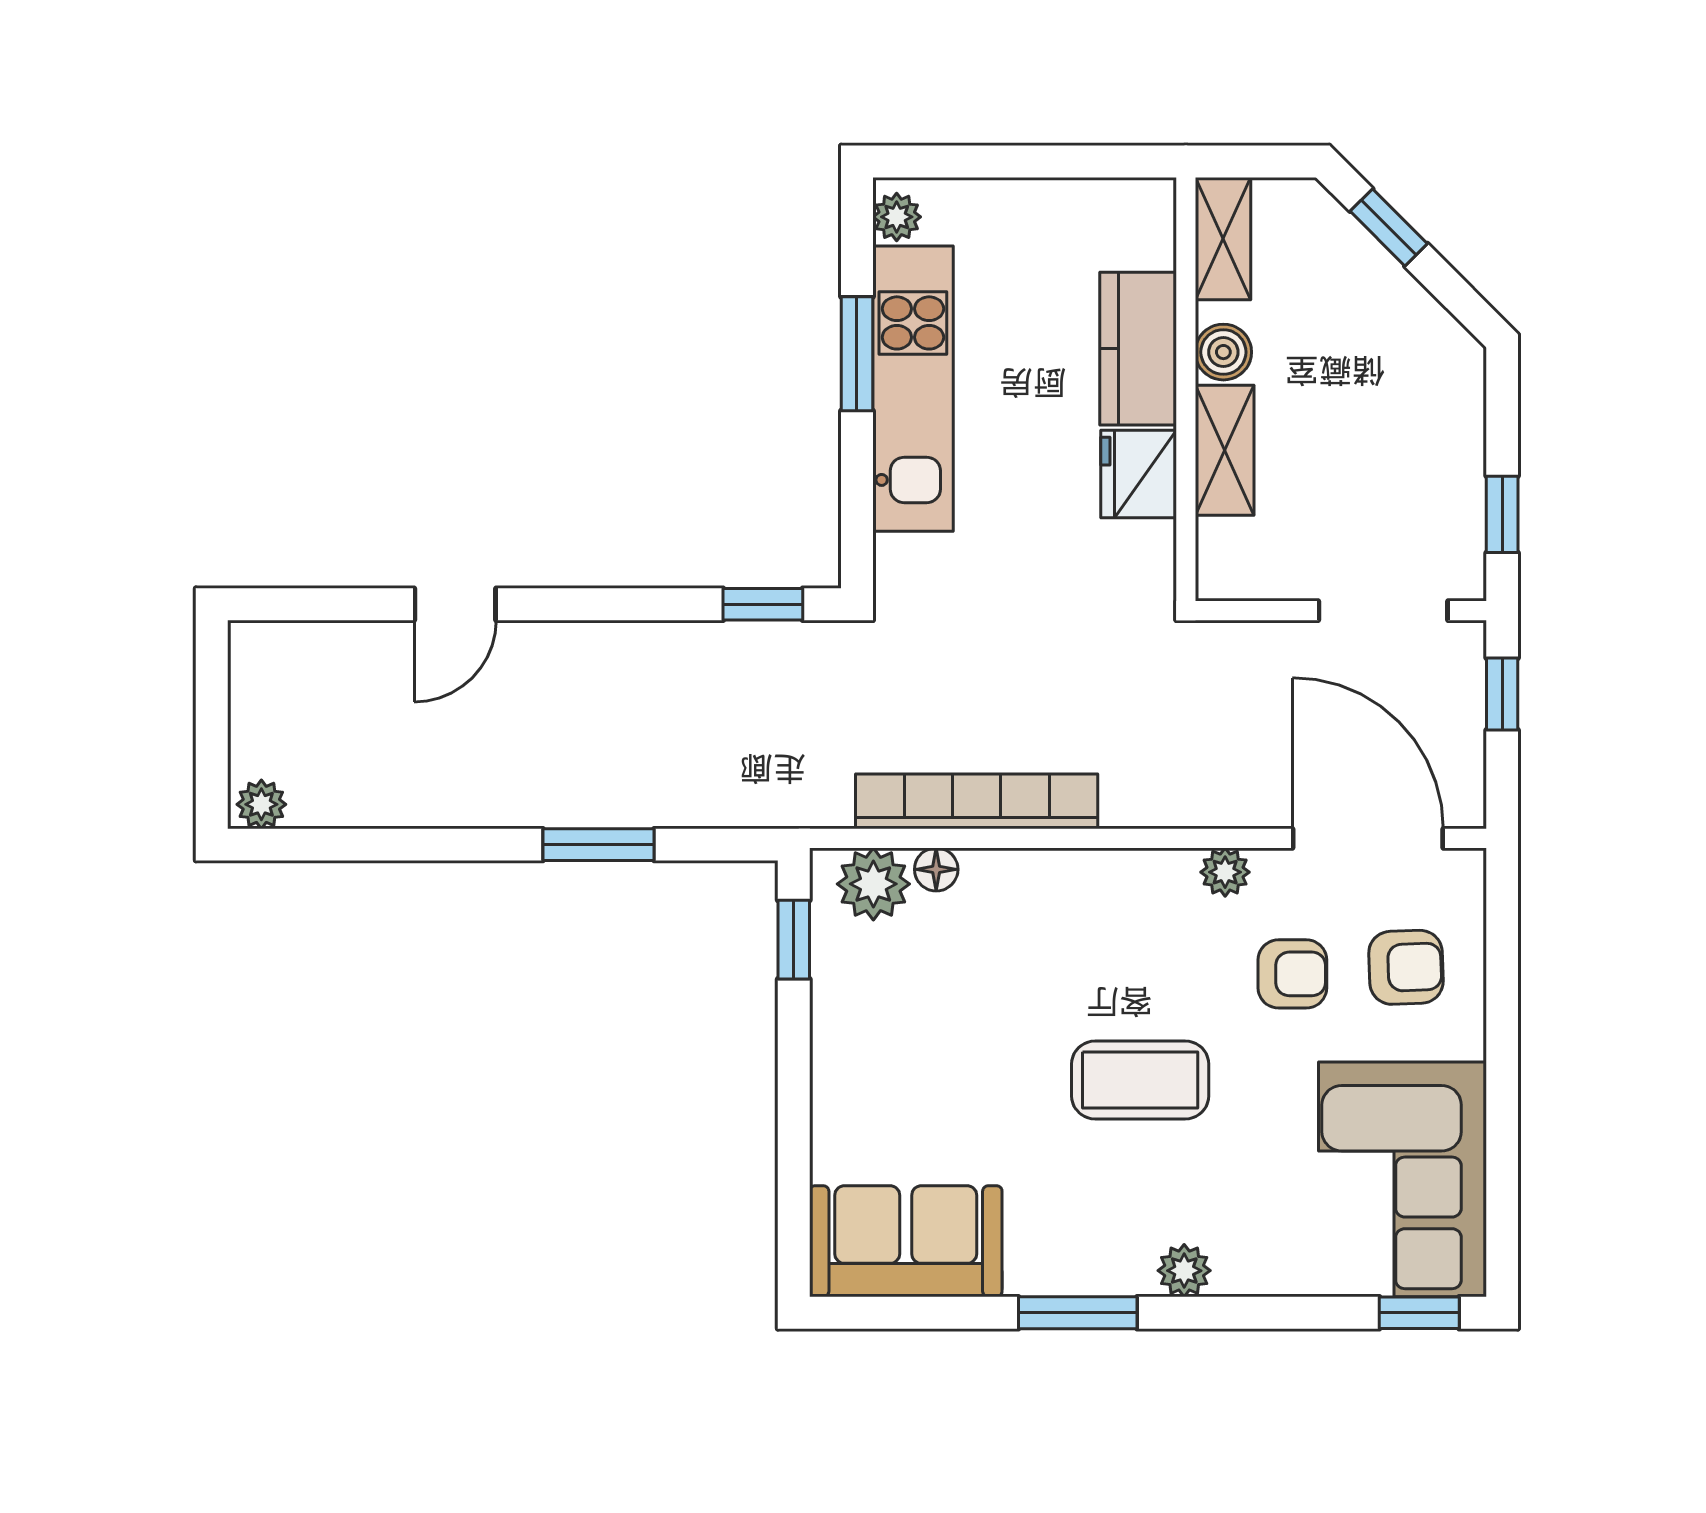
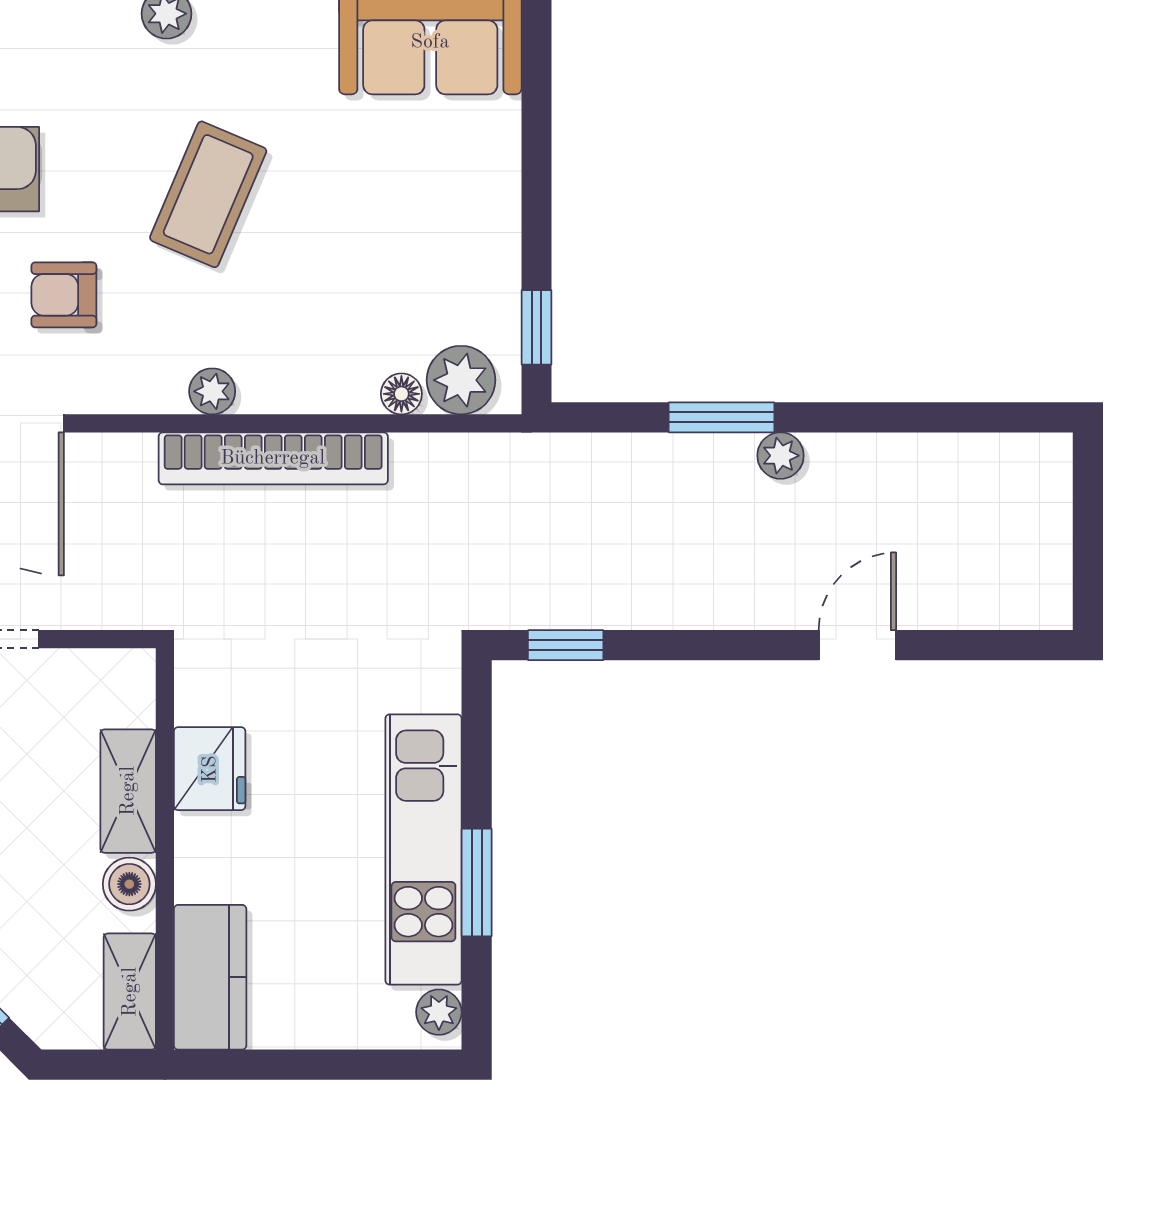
kitchen counter: (1138, 349) -> (210, 977), moved
bookcase: (977, 801) -> (273, 458), moved
plant: (261, 804) -> (781, 456), moved
plant: (1225, 872) -> (212, 391), moved
coffee table: (1140, 1080) -> (208, 194), turned -67

